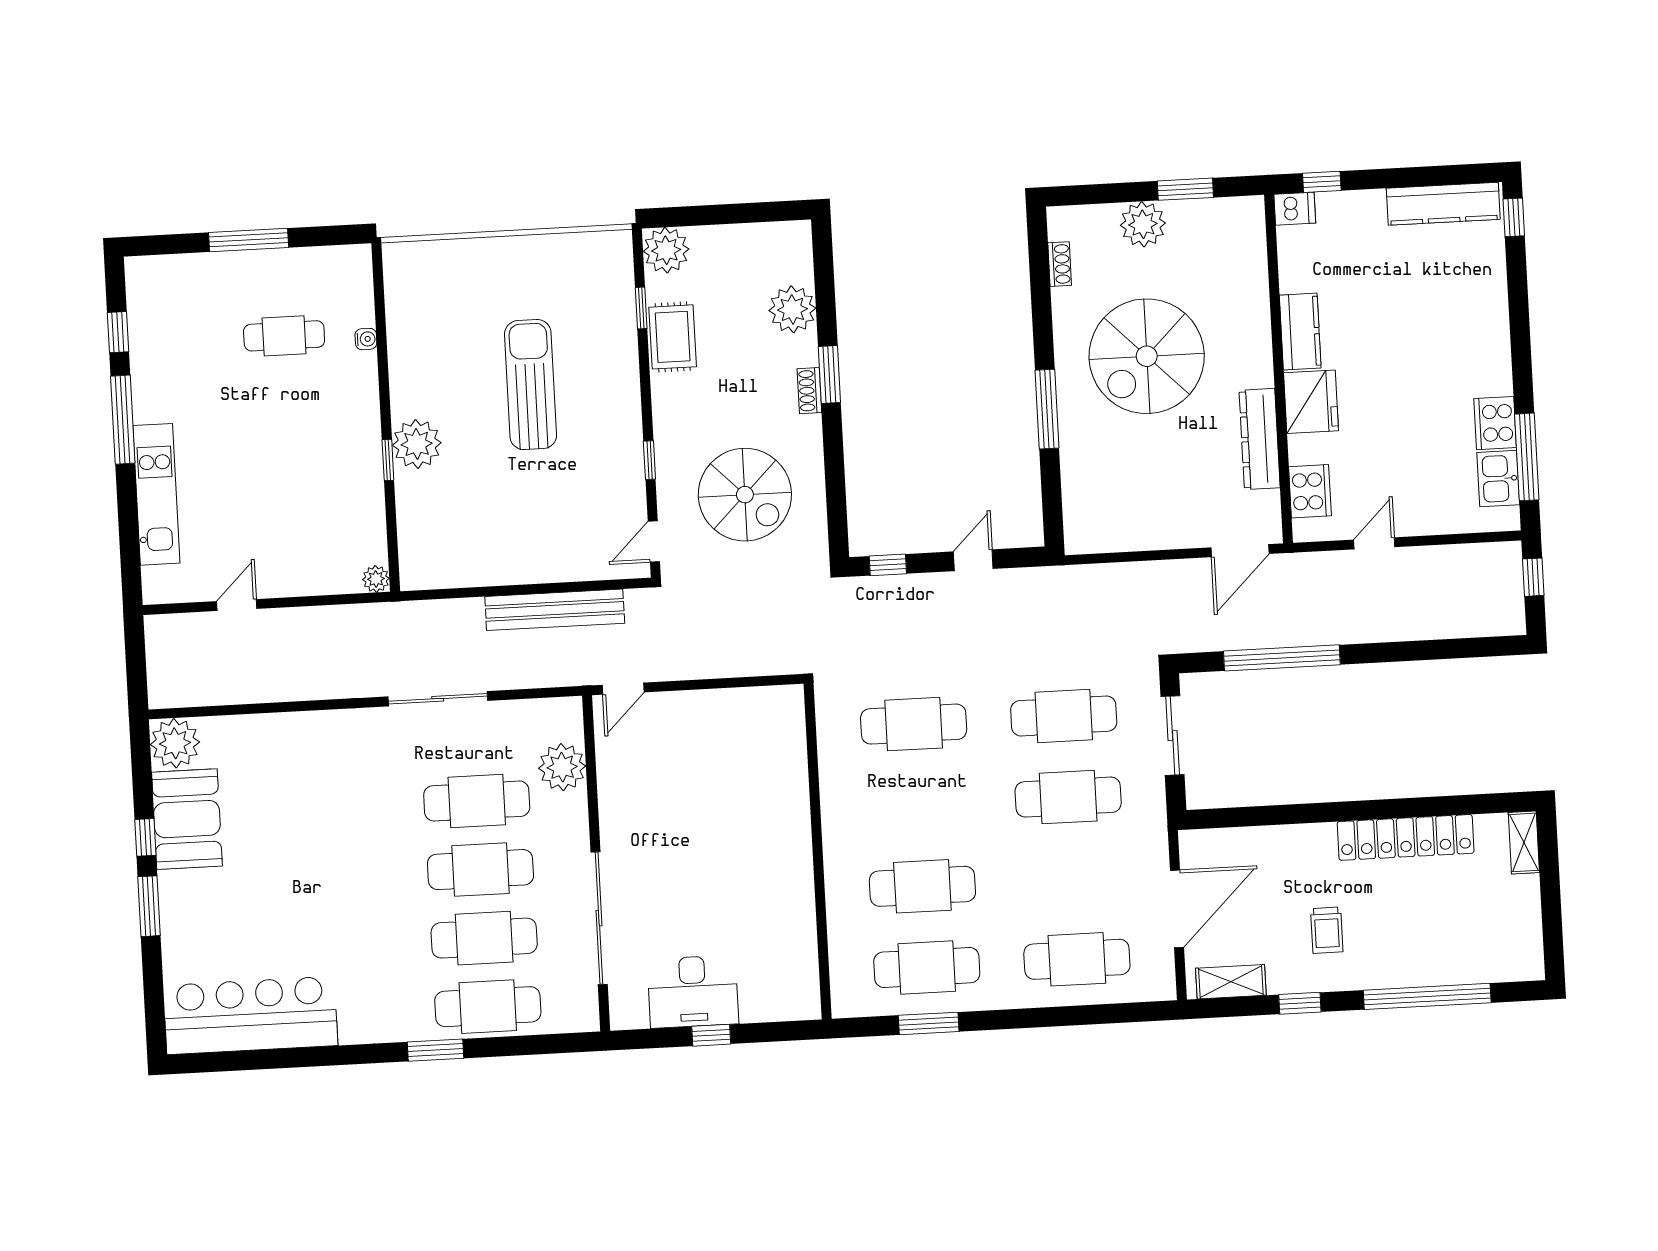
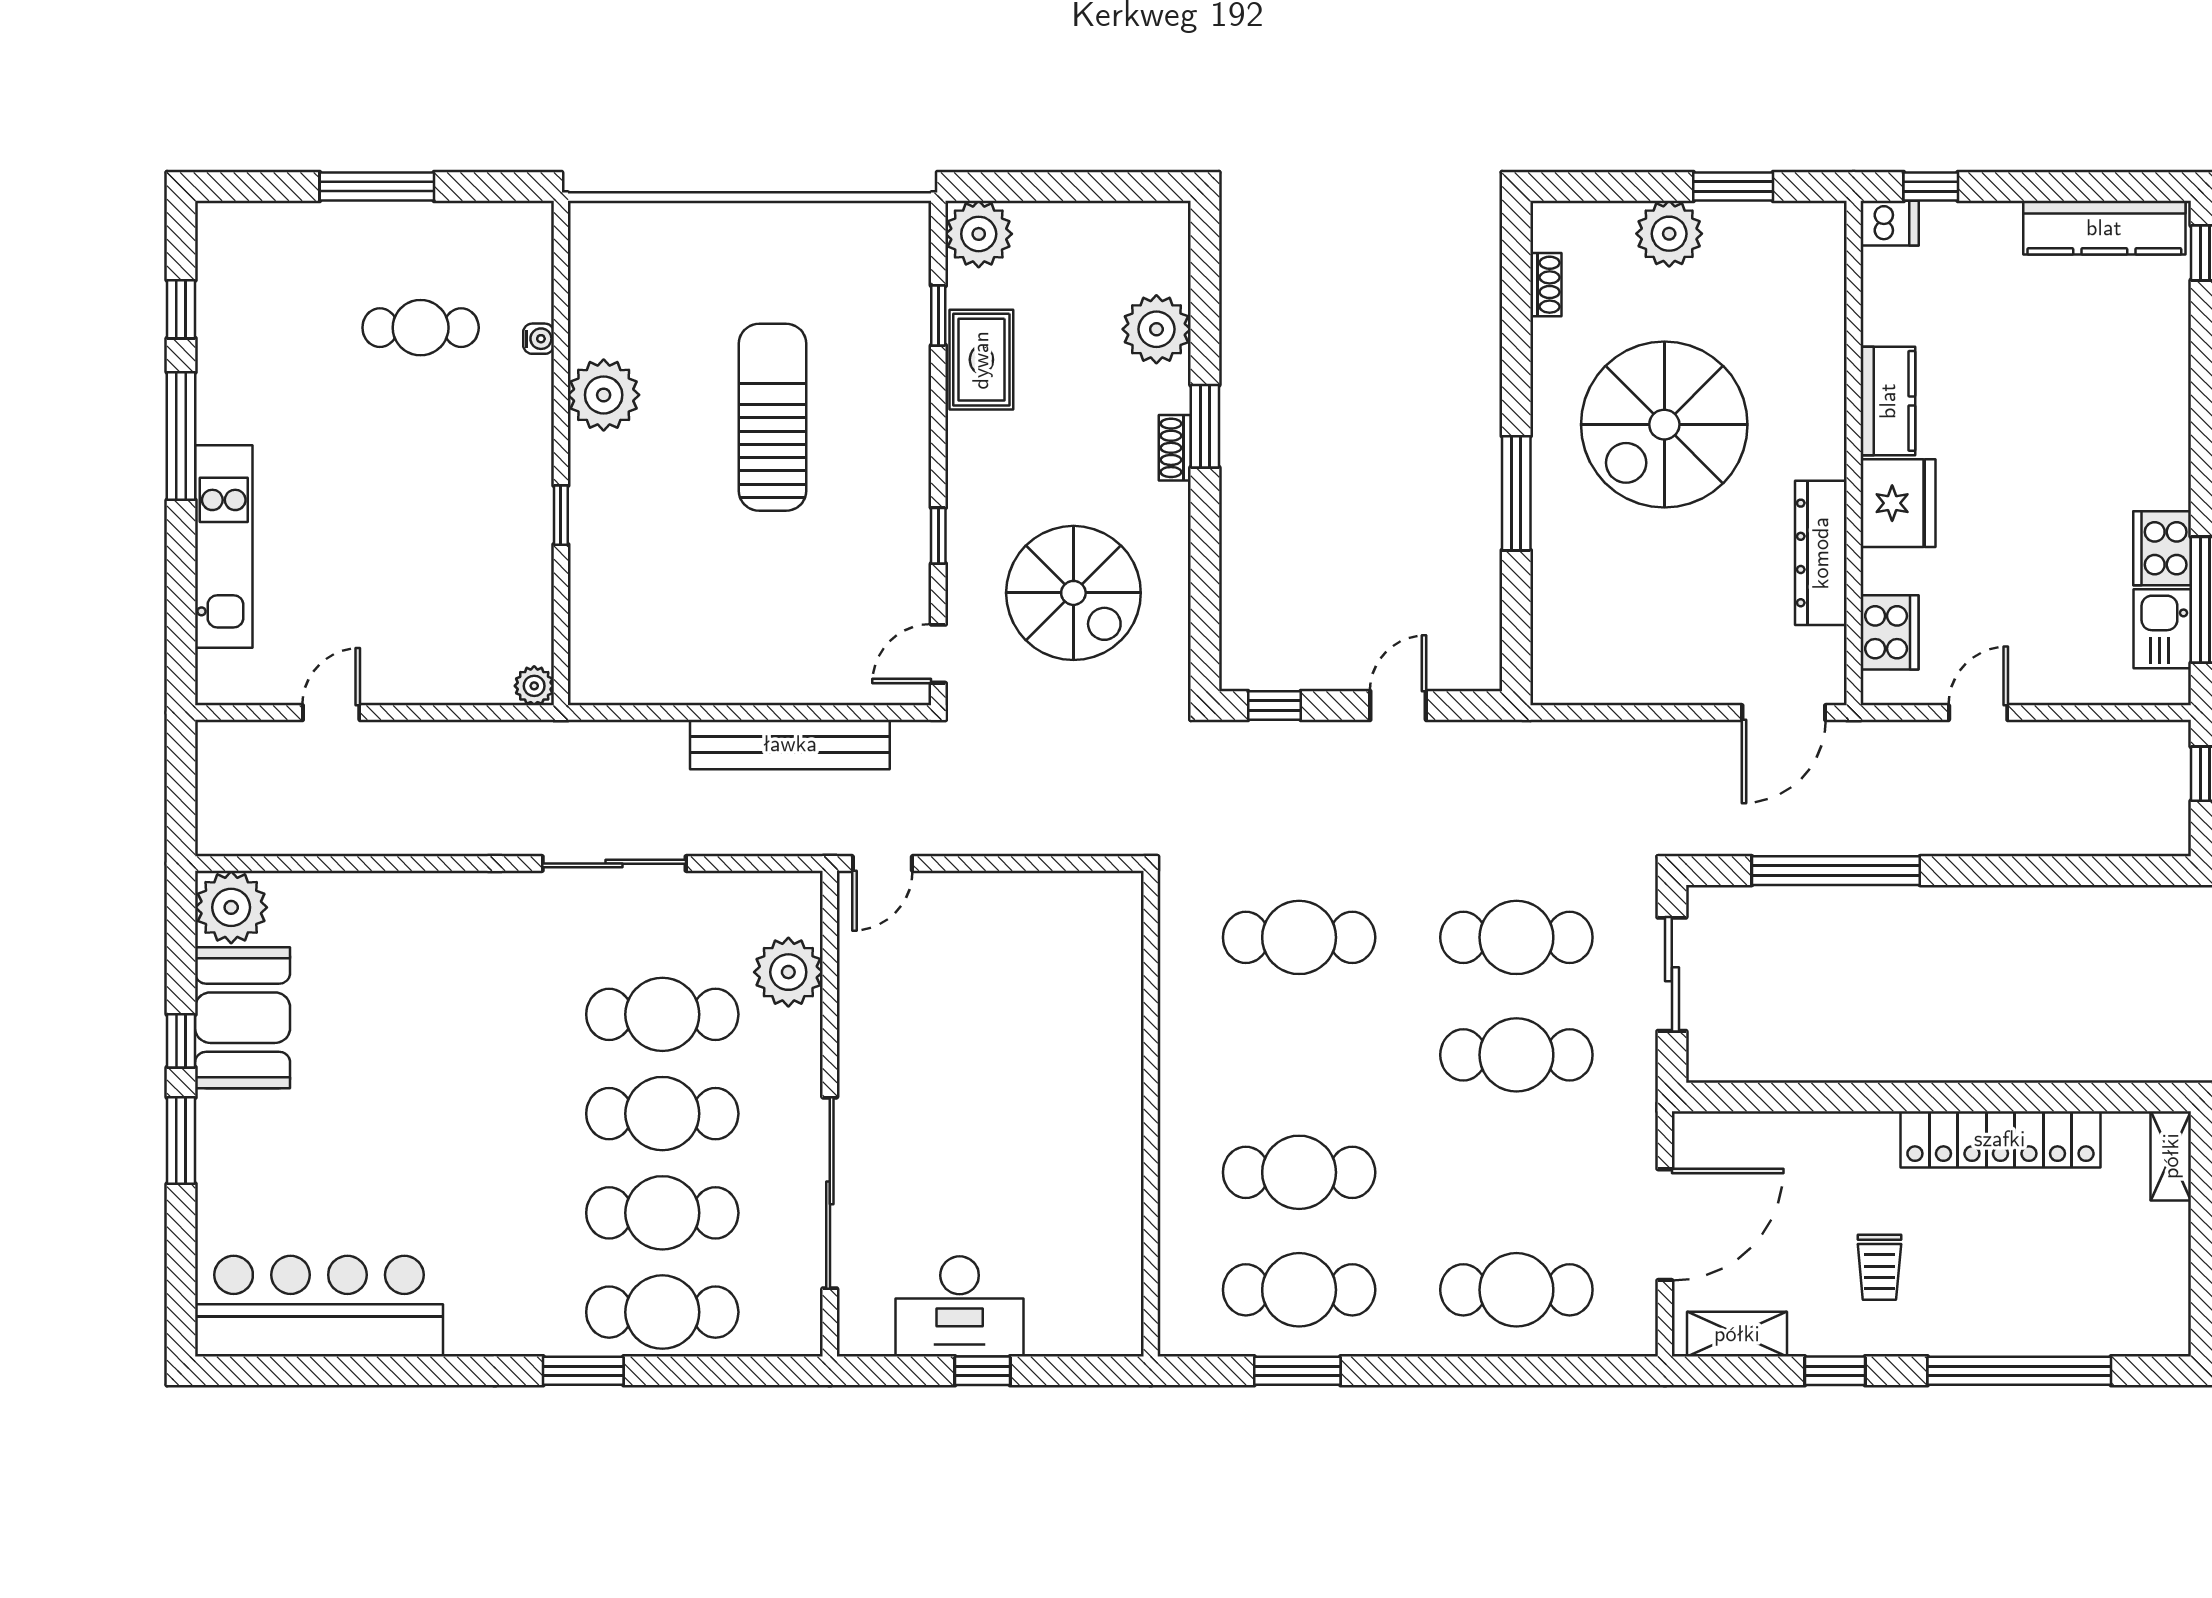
plant: (417, 444) -> (604, 395), moved

